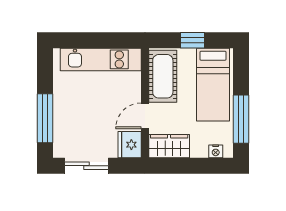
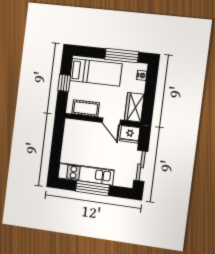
kitchen unit: (101, 59) -> (86, 174), moved, turned -90
cot: (163, 76) -> (86, 108), width x0.73, depth x0.75
window: (45, 118) -> (92, 188), moved

